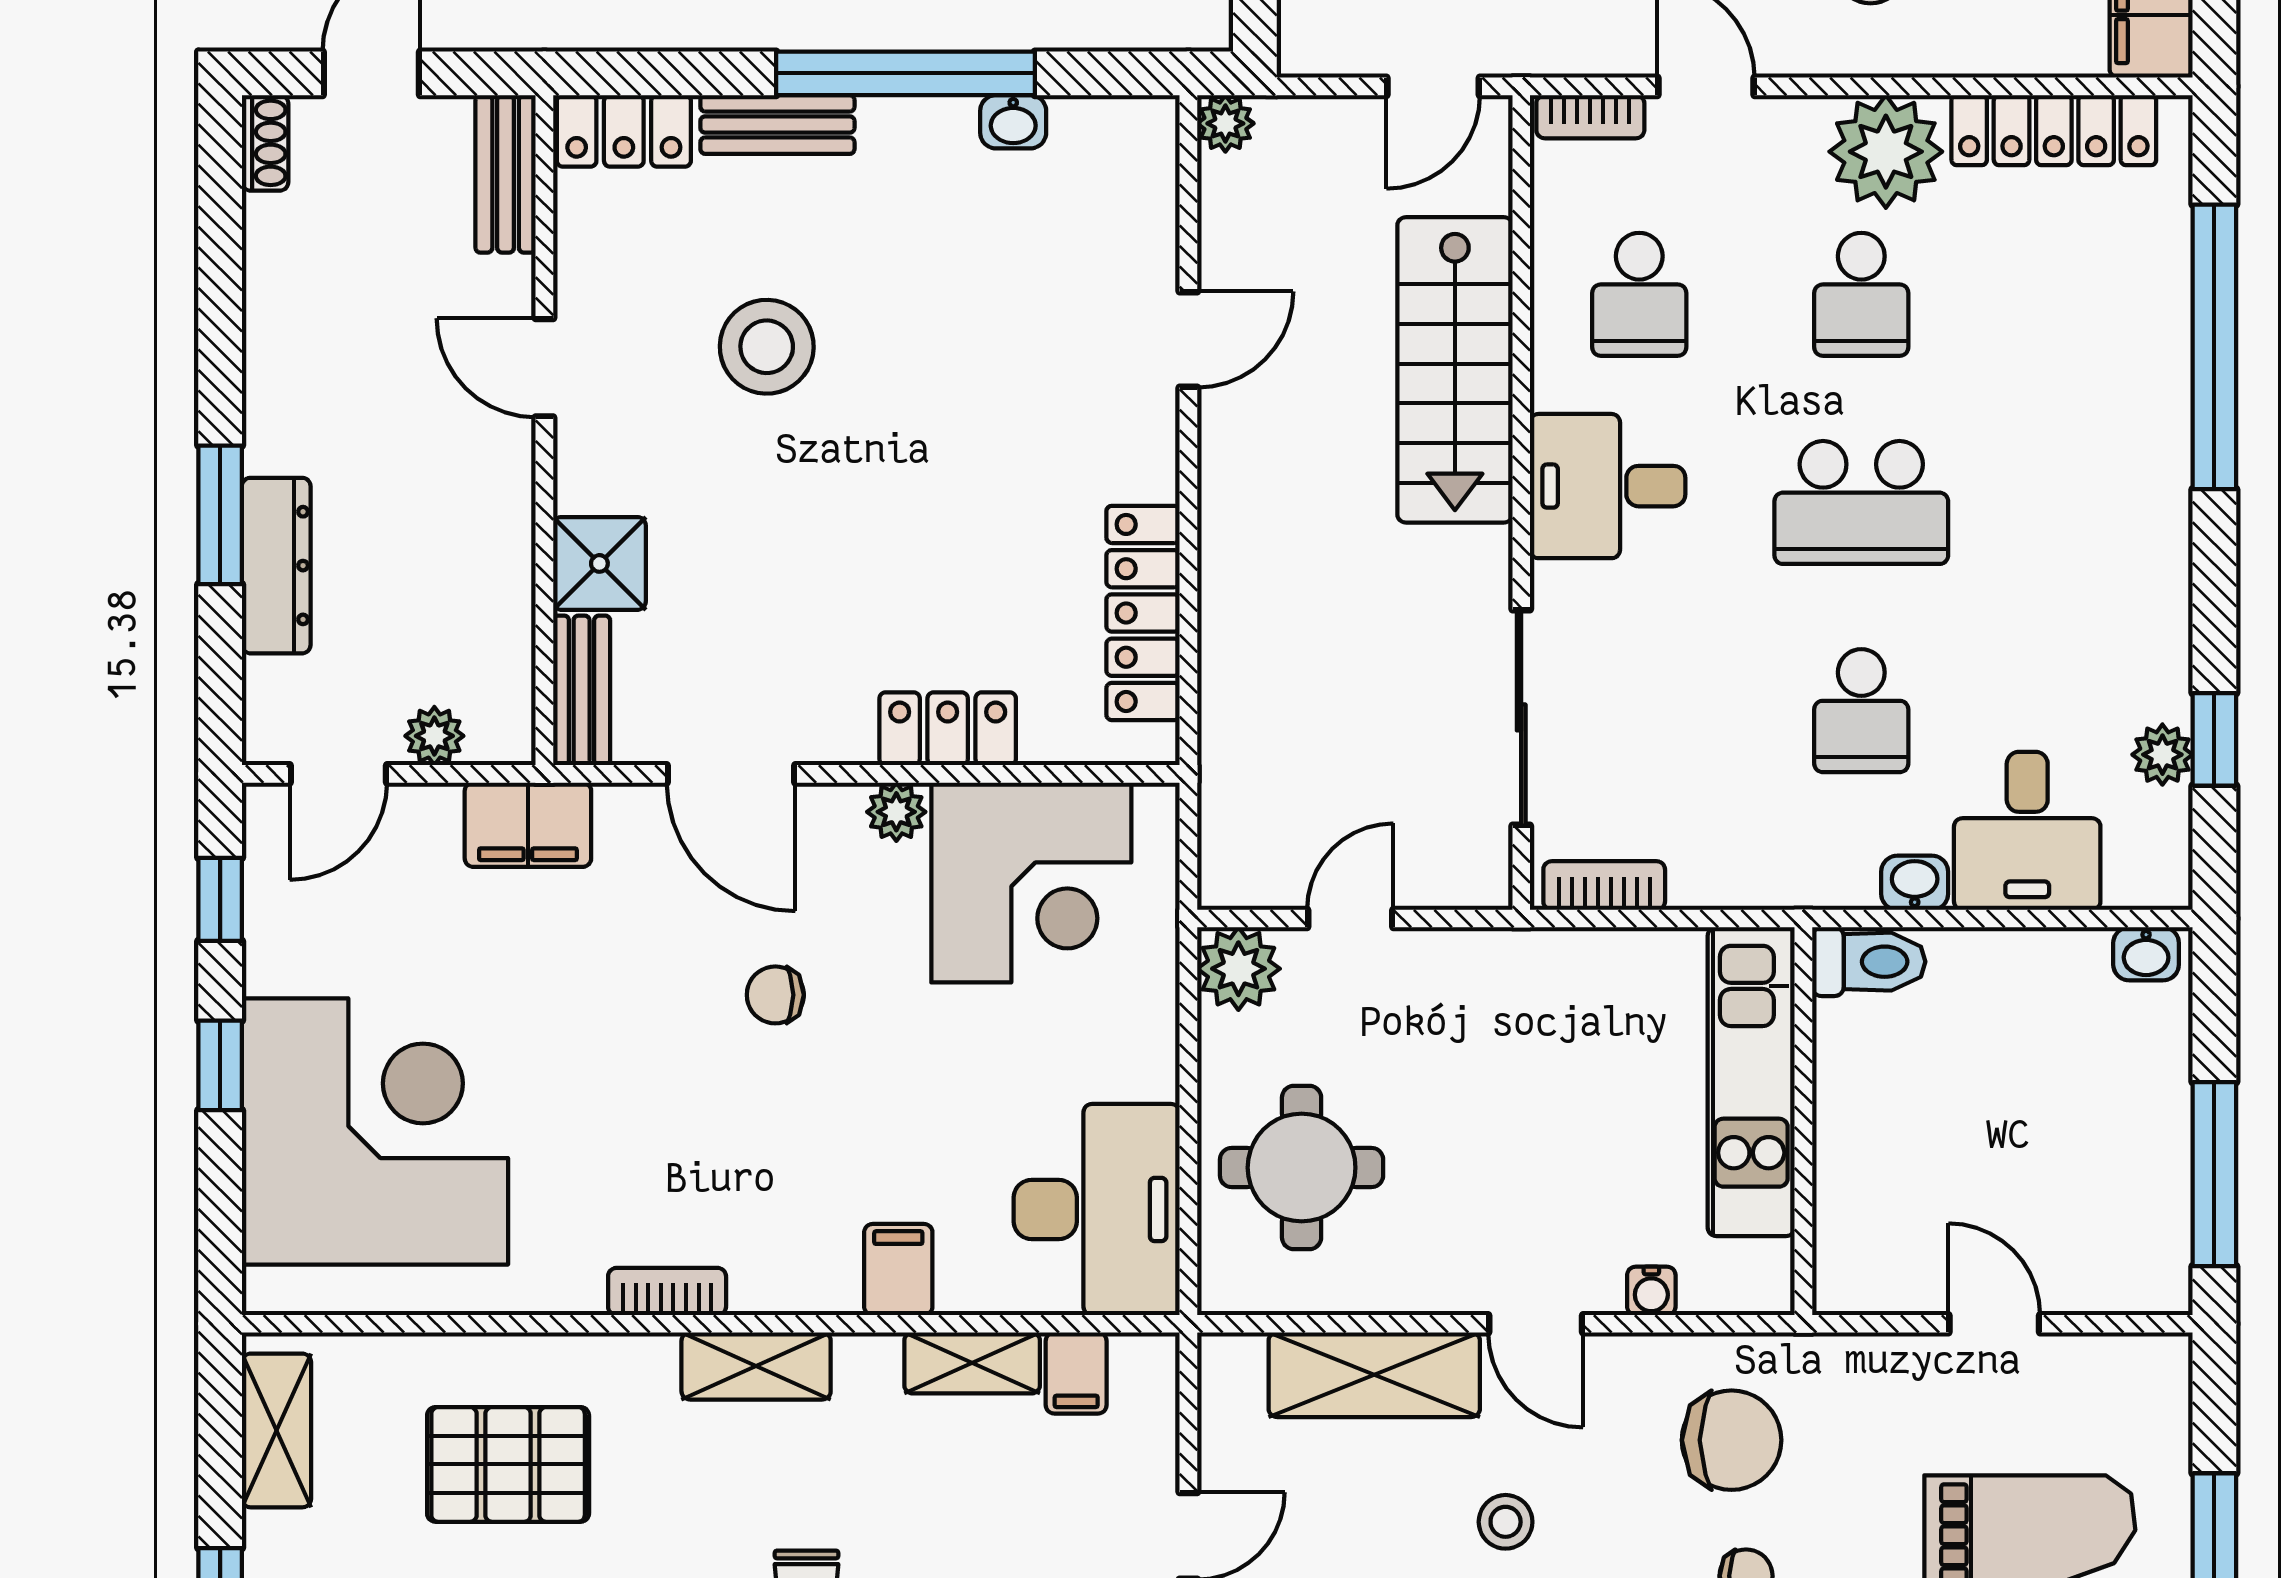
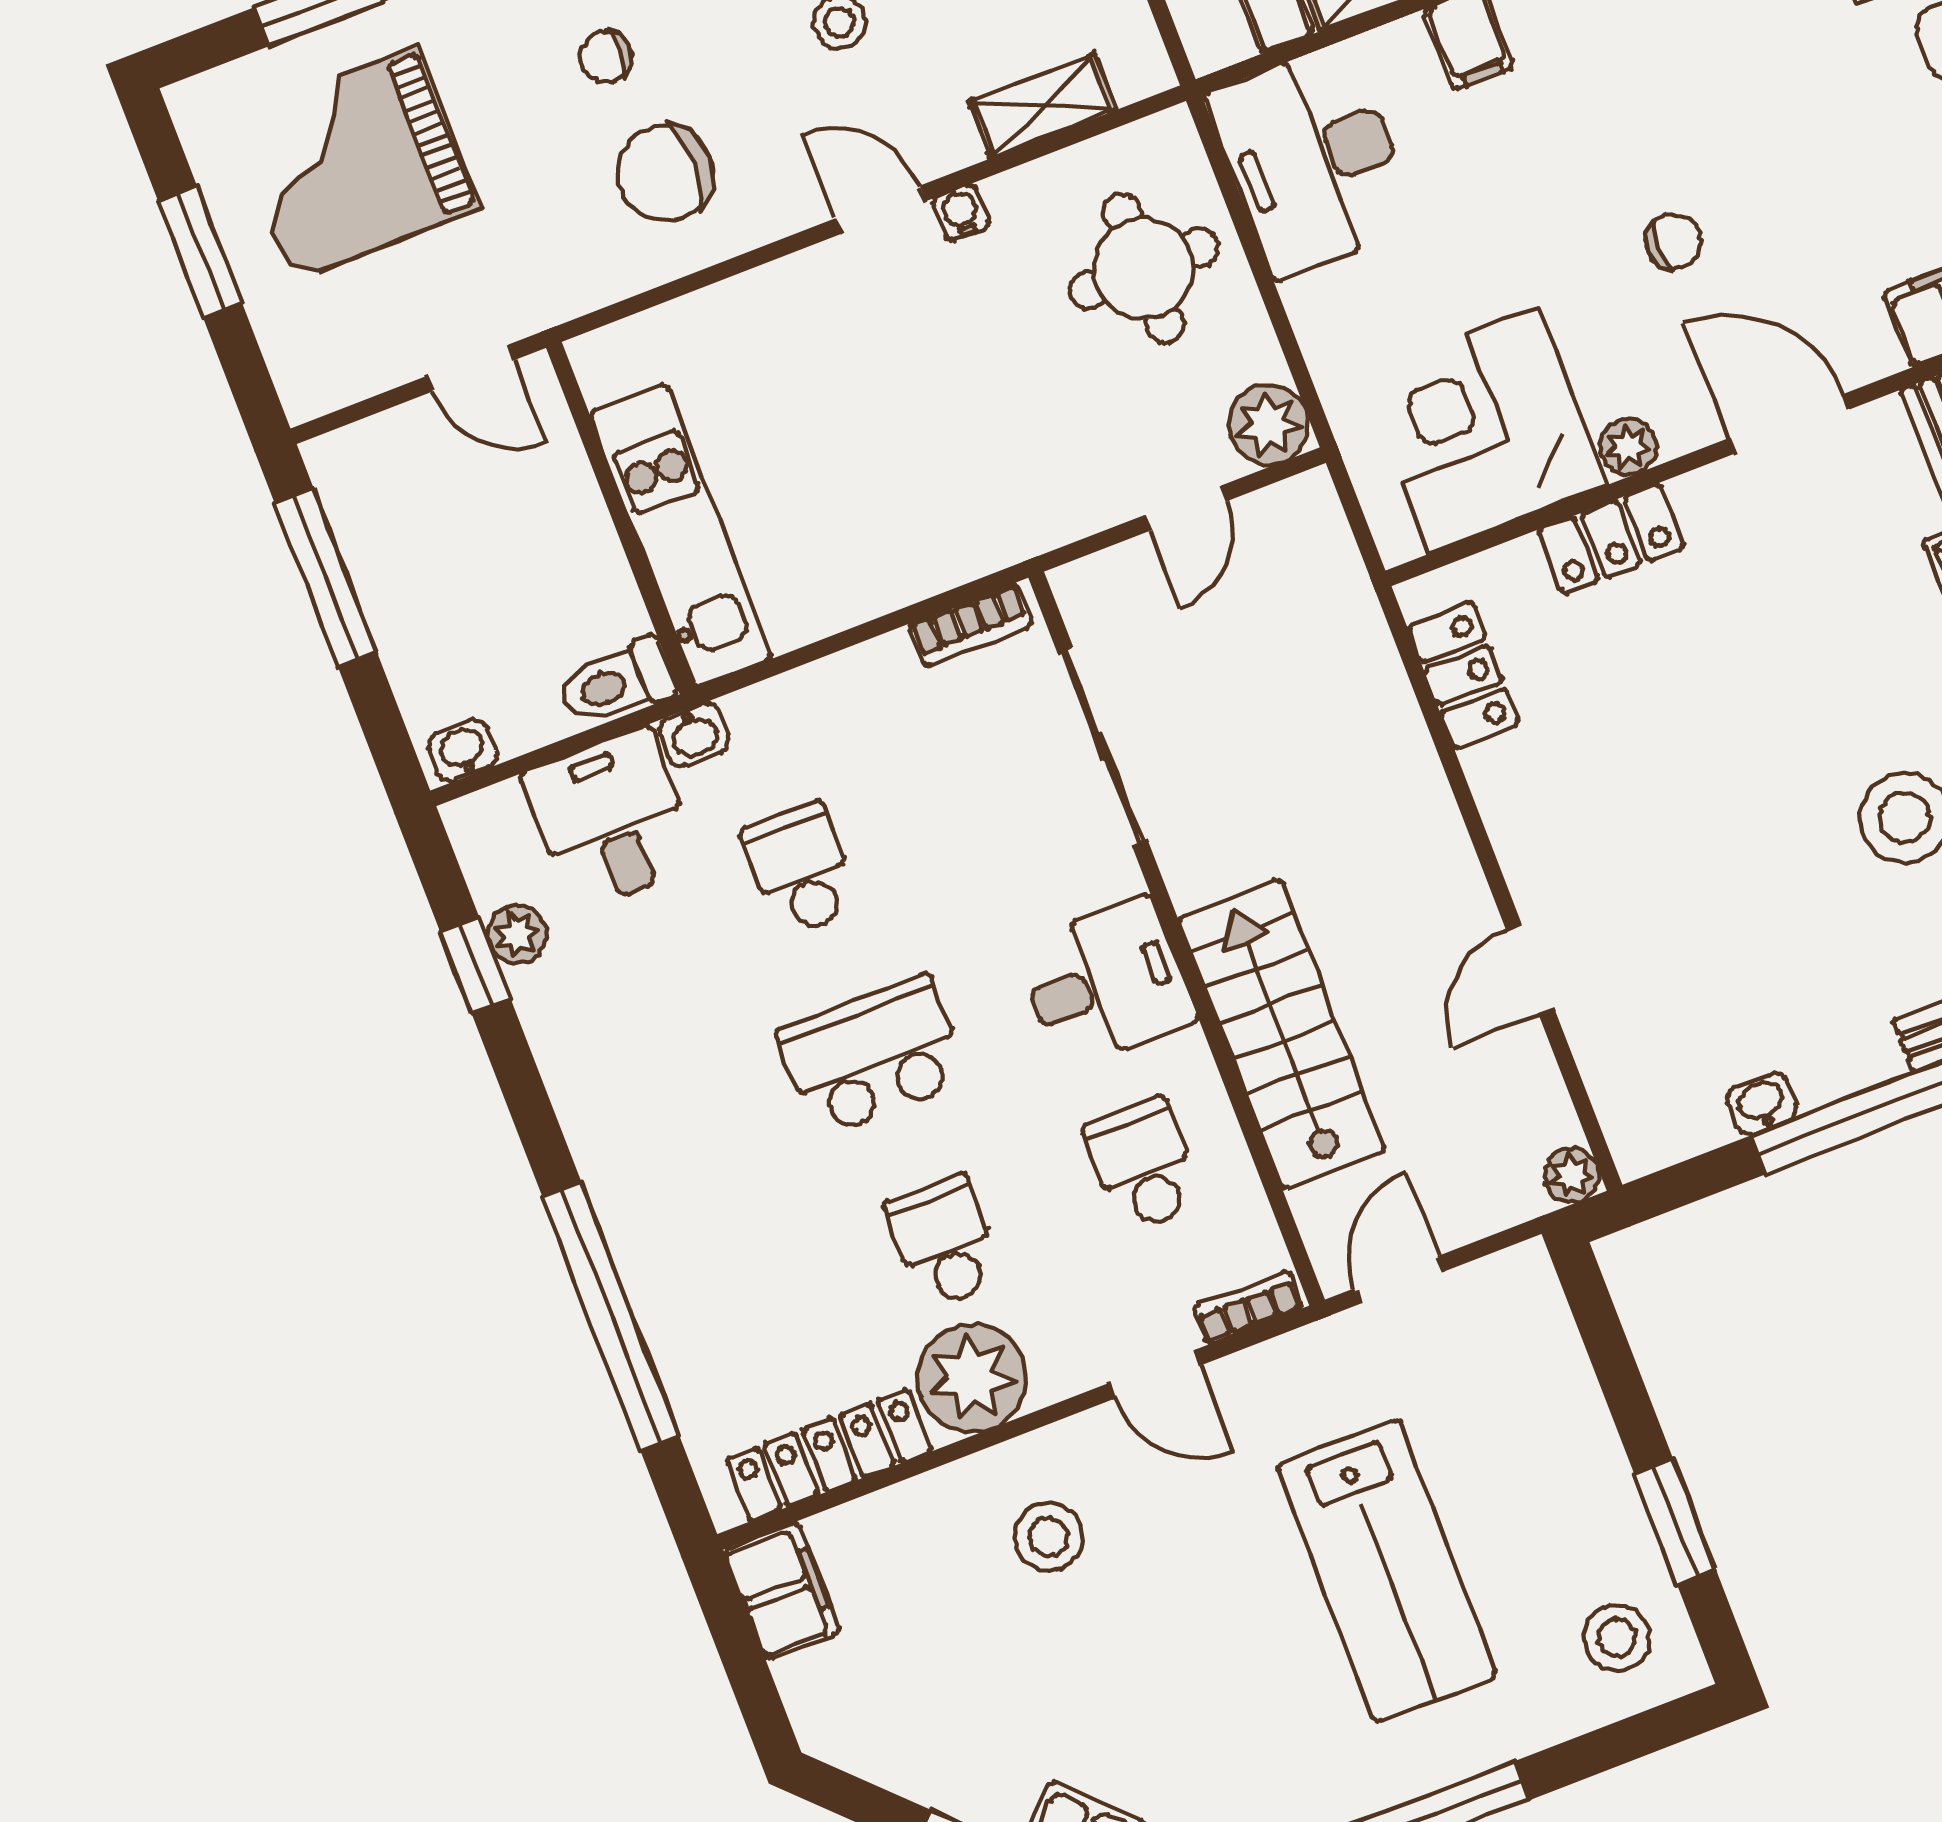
locker: (1143, 613) -> (1463, 675), width x0.66
toilet: (1869, 962) -> (617, 683), moved
kitchen unit: (1751, 1082) -> (681, 535), moved
wall: (1803, 1121) -> (621, 518), moved
water cooler: (1651, 1291) -> (961, 213), moved
shelving: (1374, 1375) -> (1042, 106), width x0.67, depth x0.75

